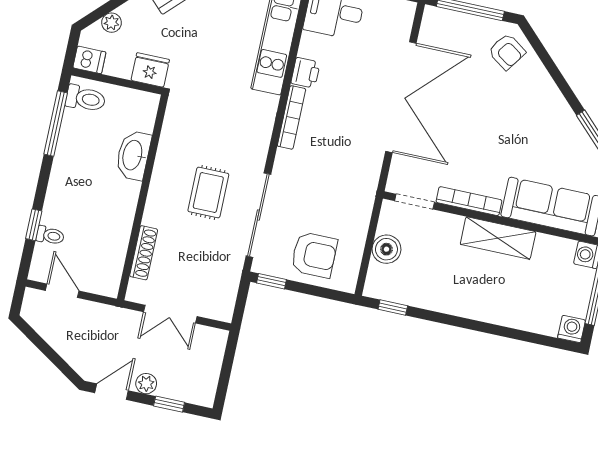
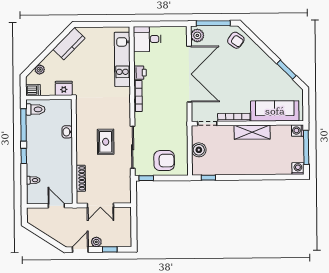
plant: (434, 25) -> (197, 35), added
washbasin: (133, 155) -> (67, 132), width x0.52, depth x0.69
window: (34, 225) -> (24, 156), moved
door: (62, 291) -> (56, 206), moved

